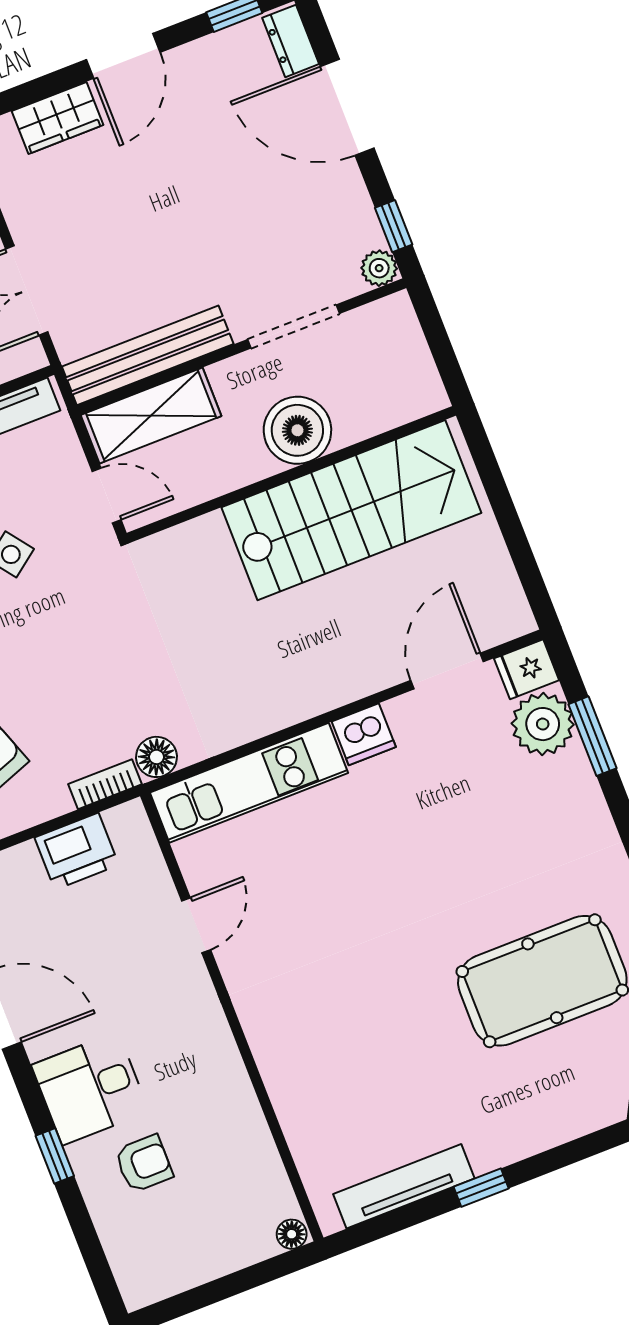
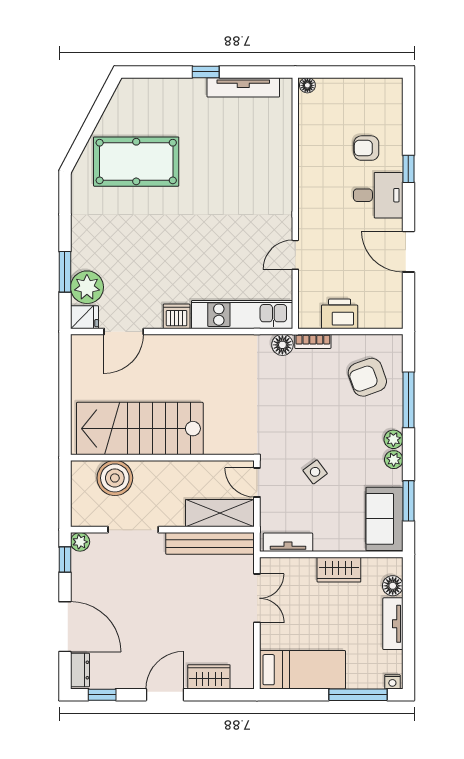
boiler: (297, 430) -> (115, 478), moved

